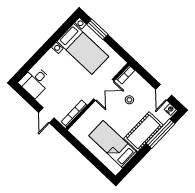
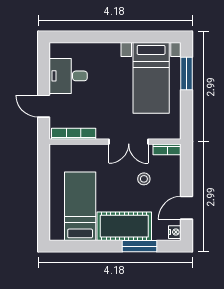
desk: (35, 82) -> (68, 76), moved
door: (46, 115) -> (44, 106), hinge flipped
window: (161, 134) -> (139, 246), width x0.69

